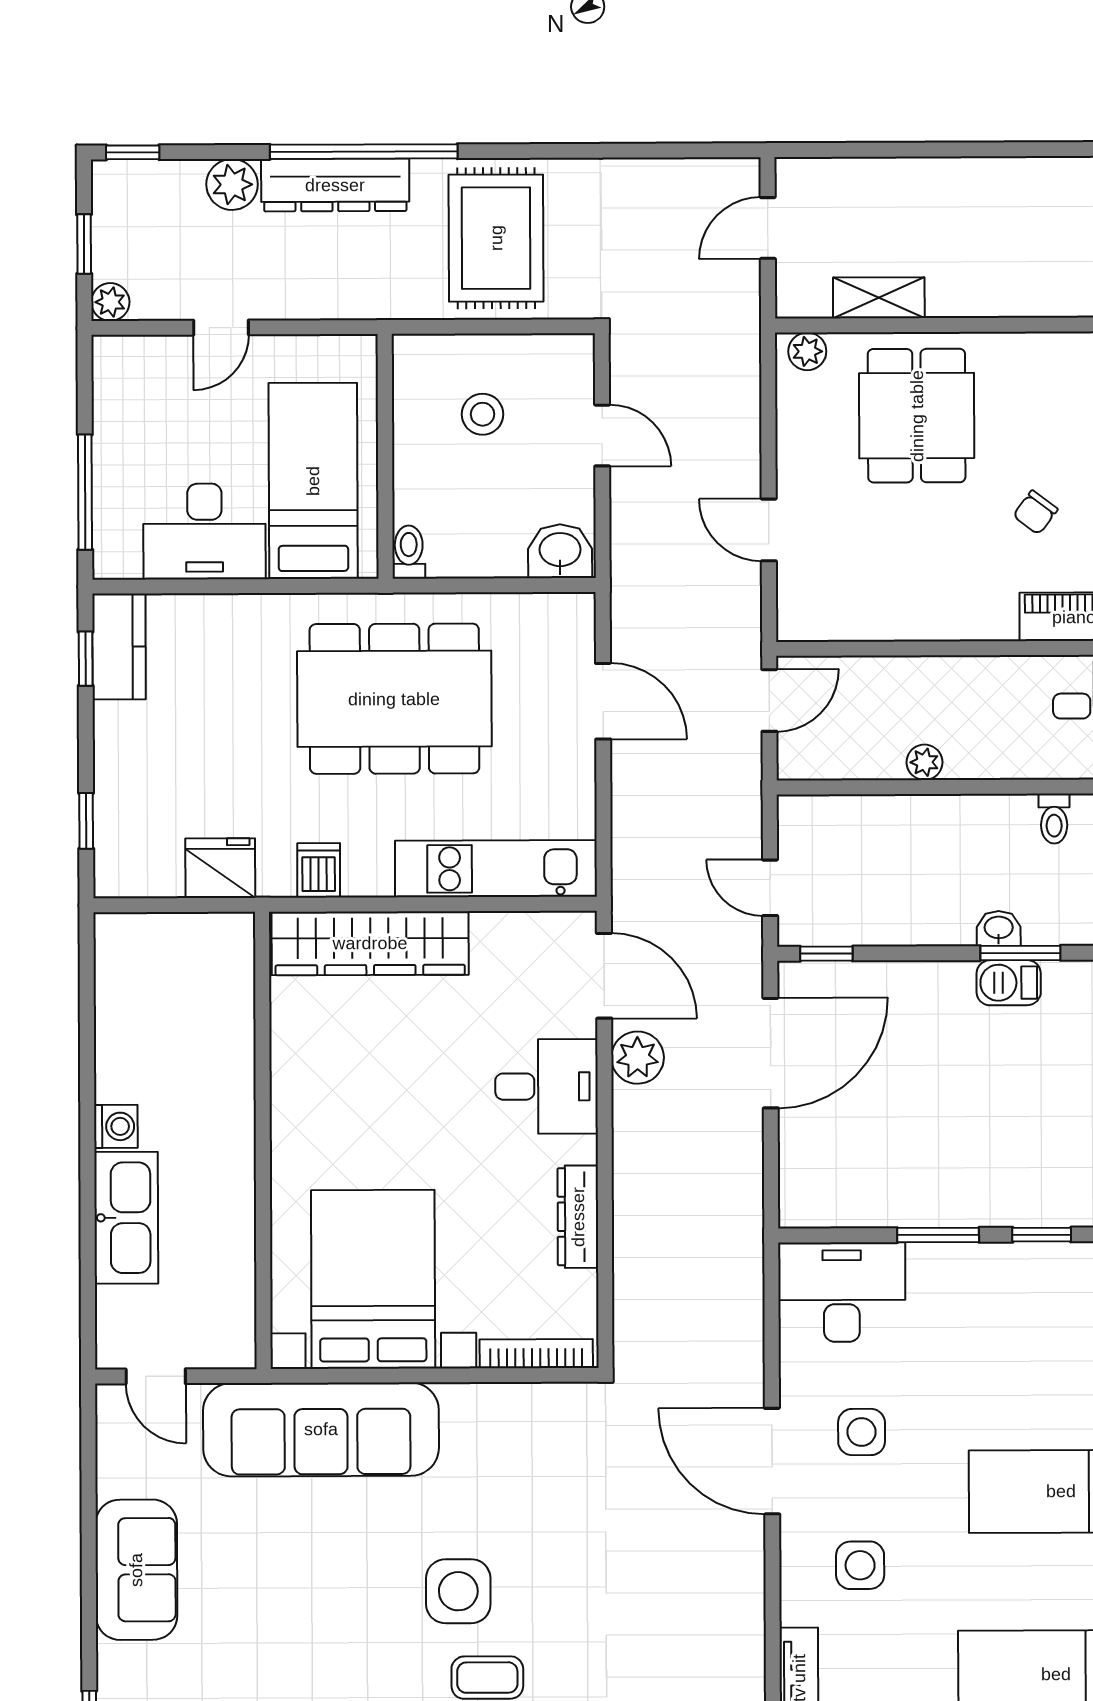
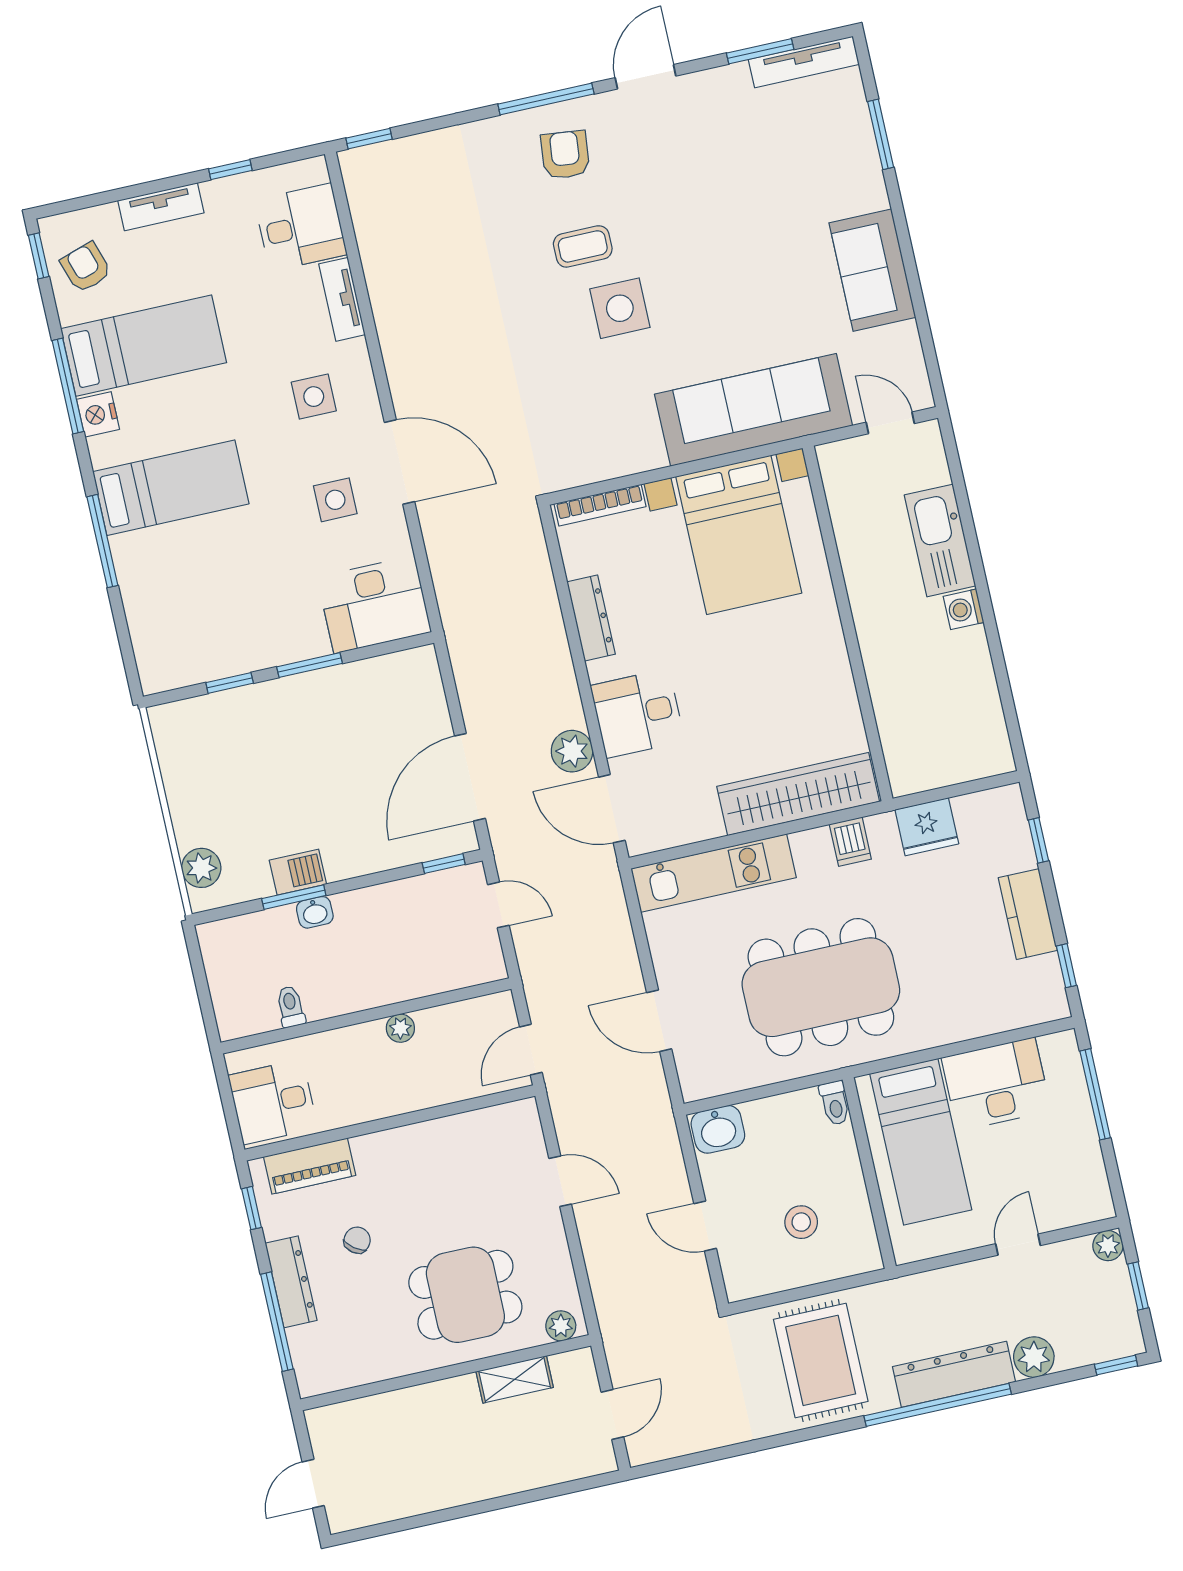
dining table: (917, 416) -> (465, 1295), turned 90
kitchen counter: (119, 647) -> (1028, 914), moved

